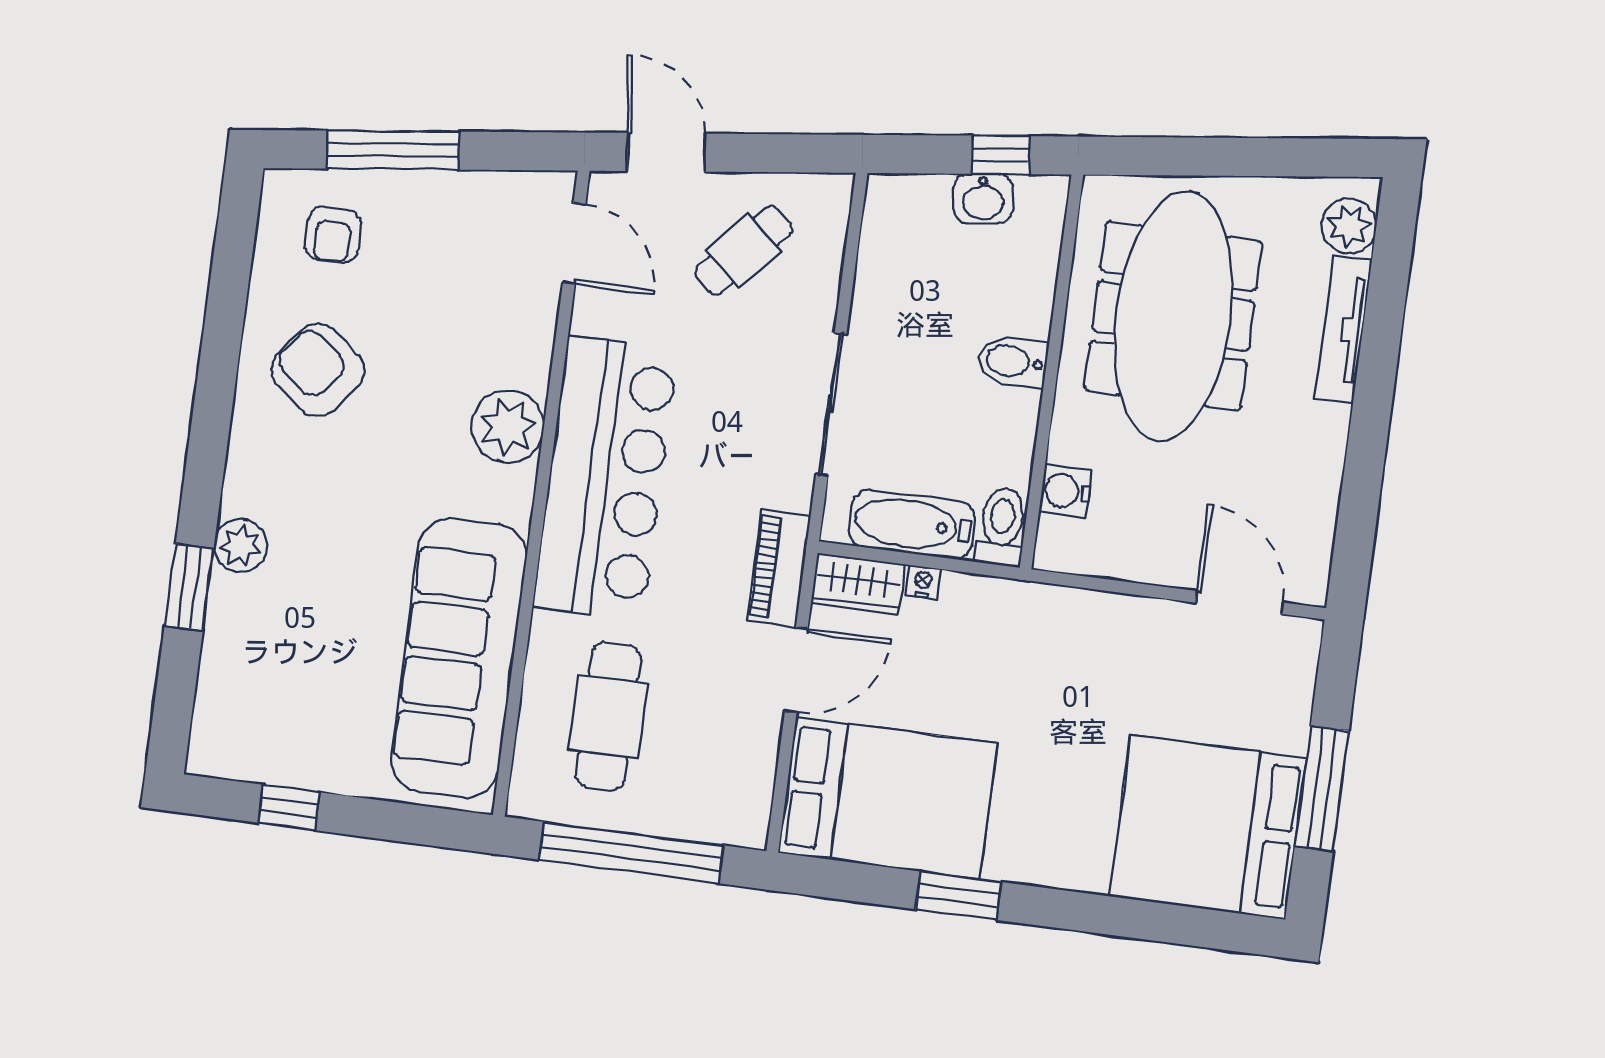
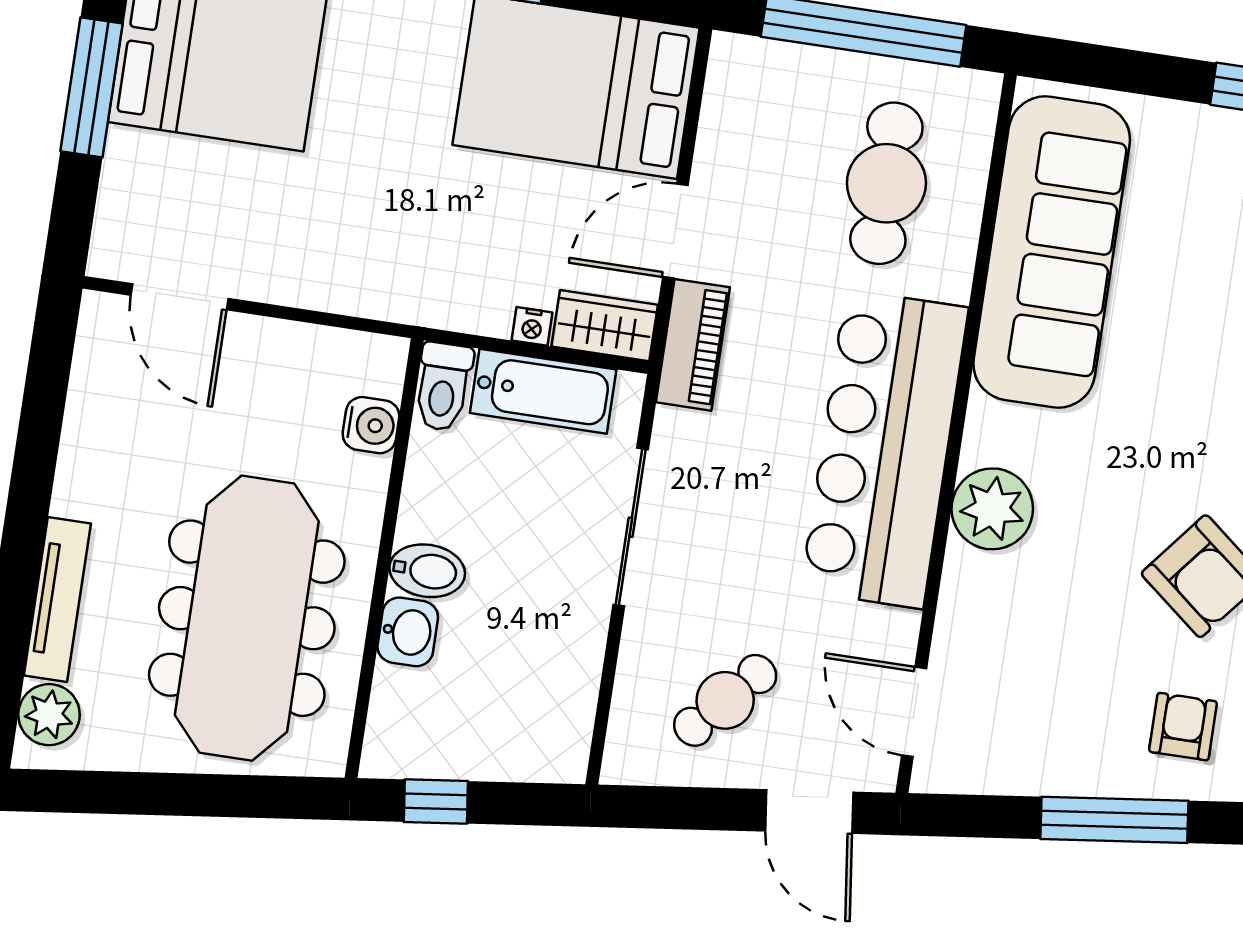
washbasin: (983, 199) -> (408, 632), moved, turned 97

